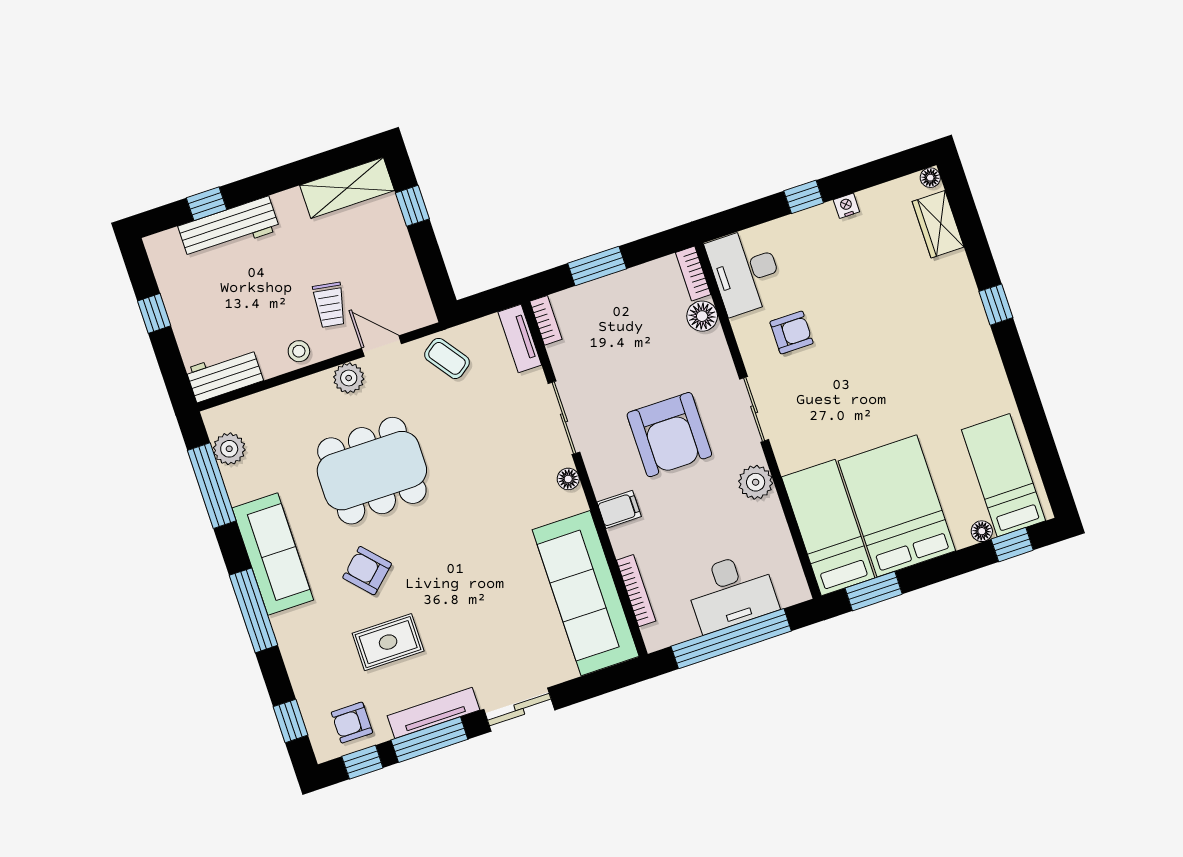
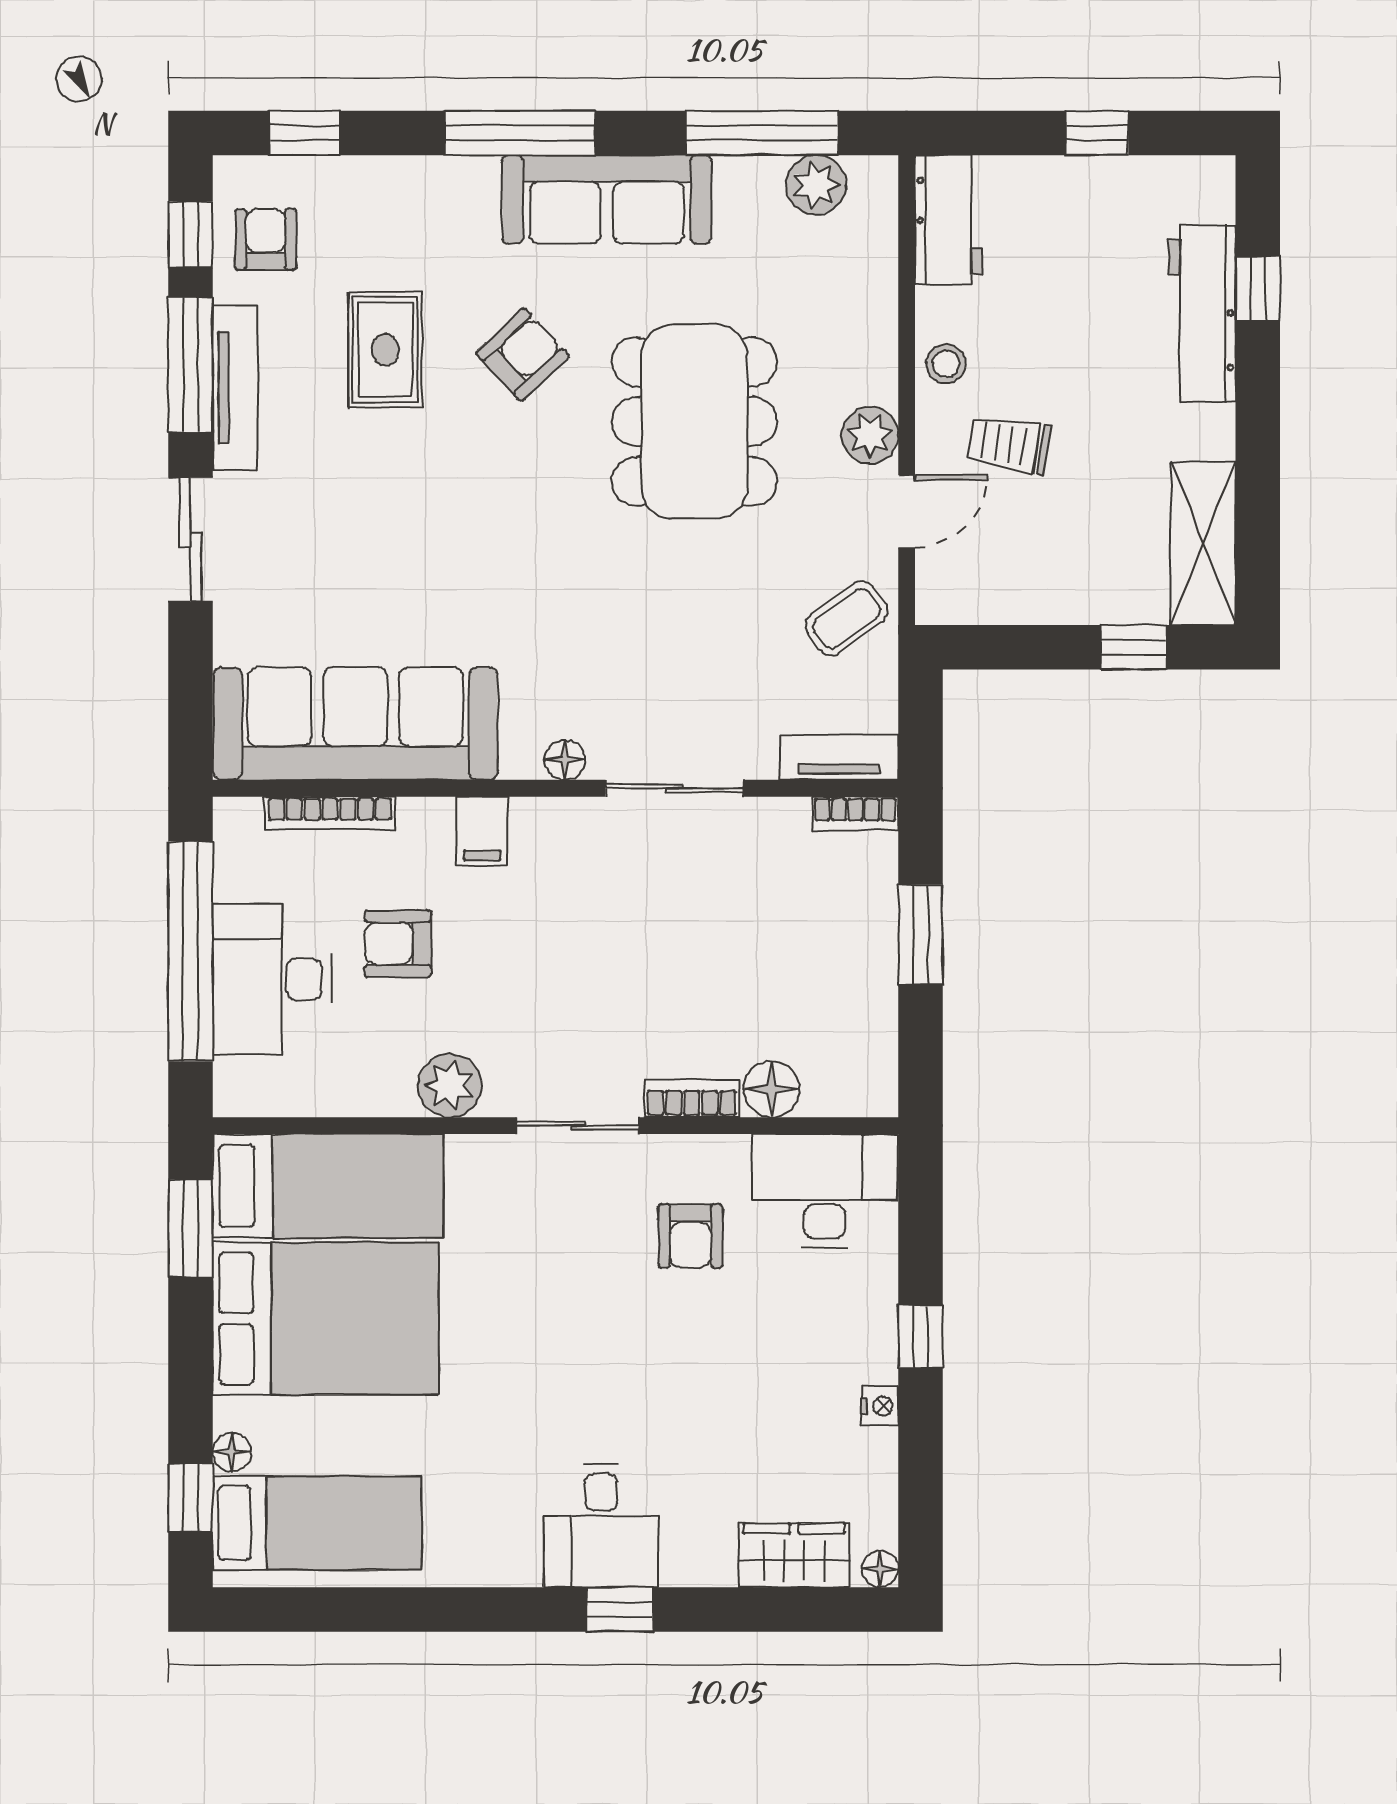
bookcase: (693, 273) -> (692, 1098), moved
desk: (956, 329) -> (601, 1526), added
armchair: (669, 435) -> (398, 944), moved, width x0.53, depth x0.53

